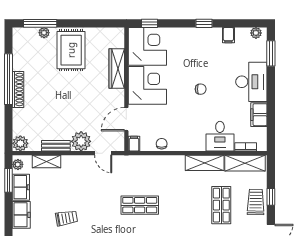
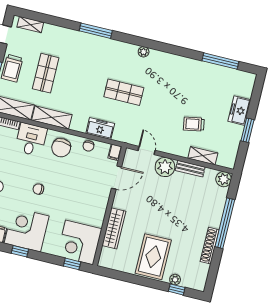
window: (40, 23) -> (177, 289), width x0.46
window: (8, 79) -> (225, 223), moved
corner desk: (147, 85) -> (27, 230), moved, turned 90
shoe rack: (18, 89) -> (210, 246), moved
chair: (188, 135) -> (61, 148), added
plant: (18, 164) -> (231, 160), removed
window: (8, 180) -> (248, 130), moved
freezer: (21, 187) -> (100, 129), moved, turned 90
trolley: (66, 218) -> (194, 124), moved

